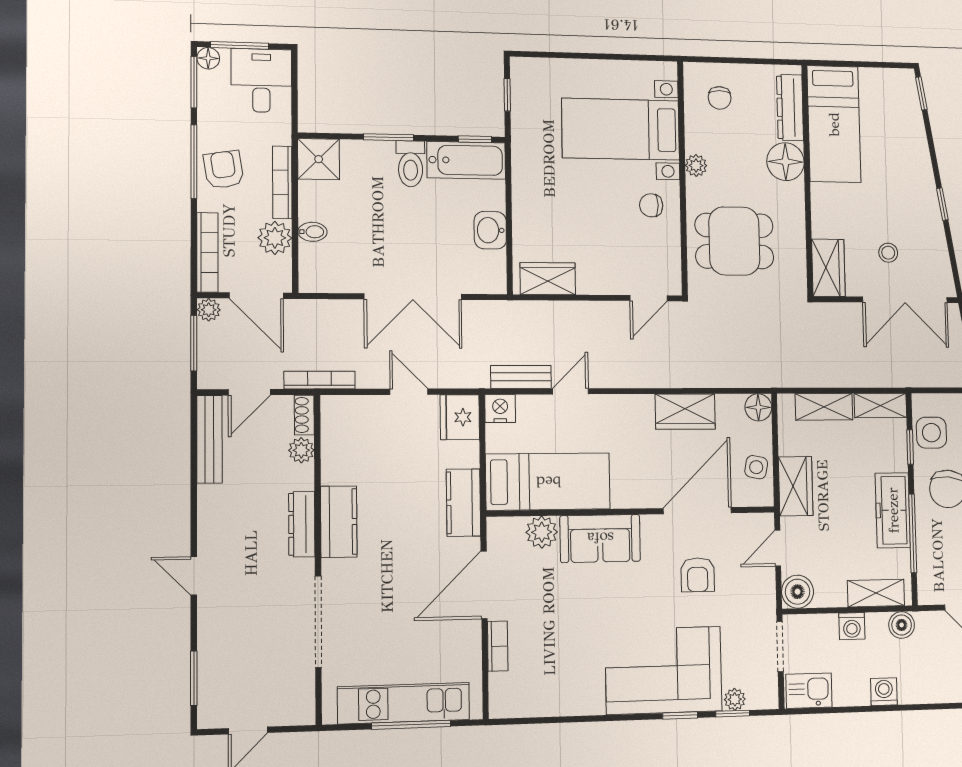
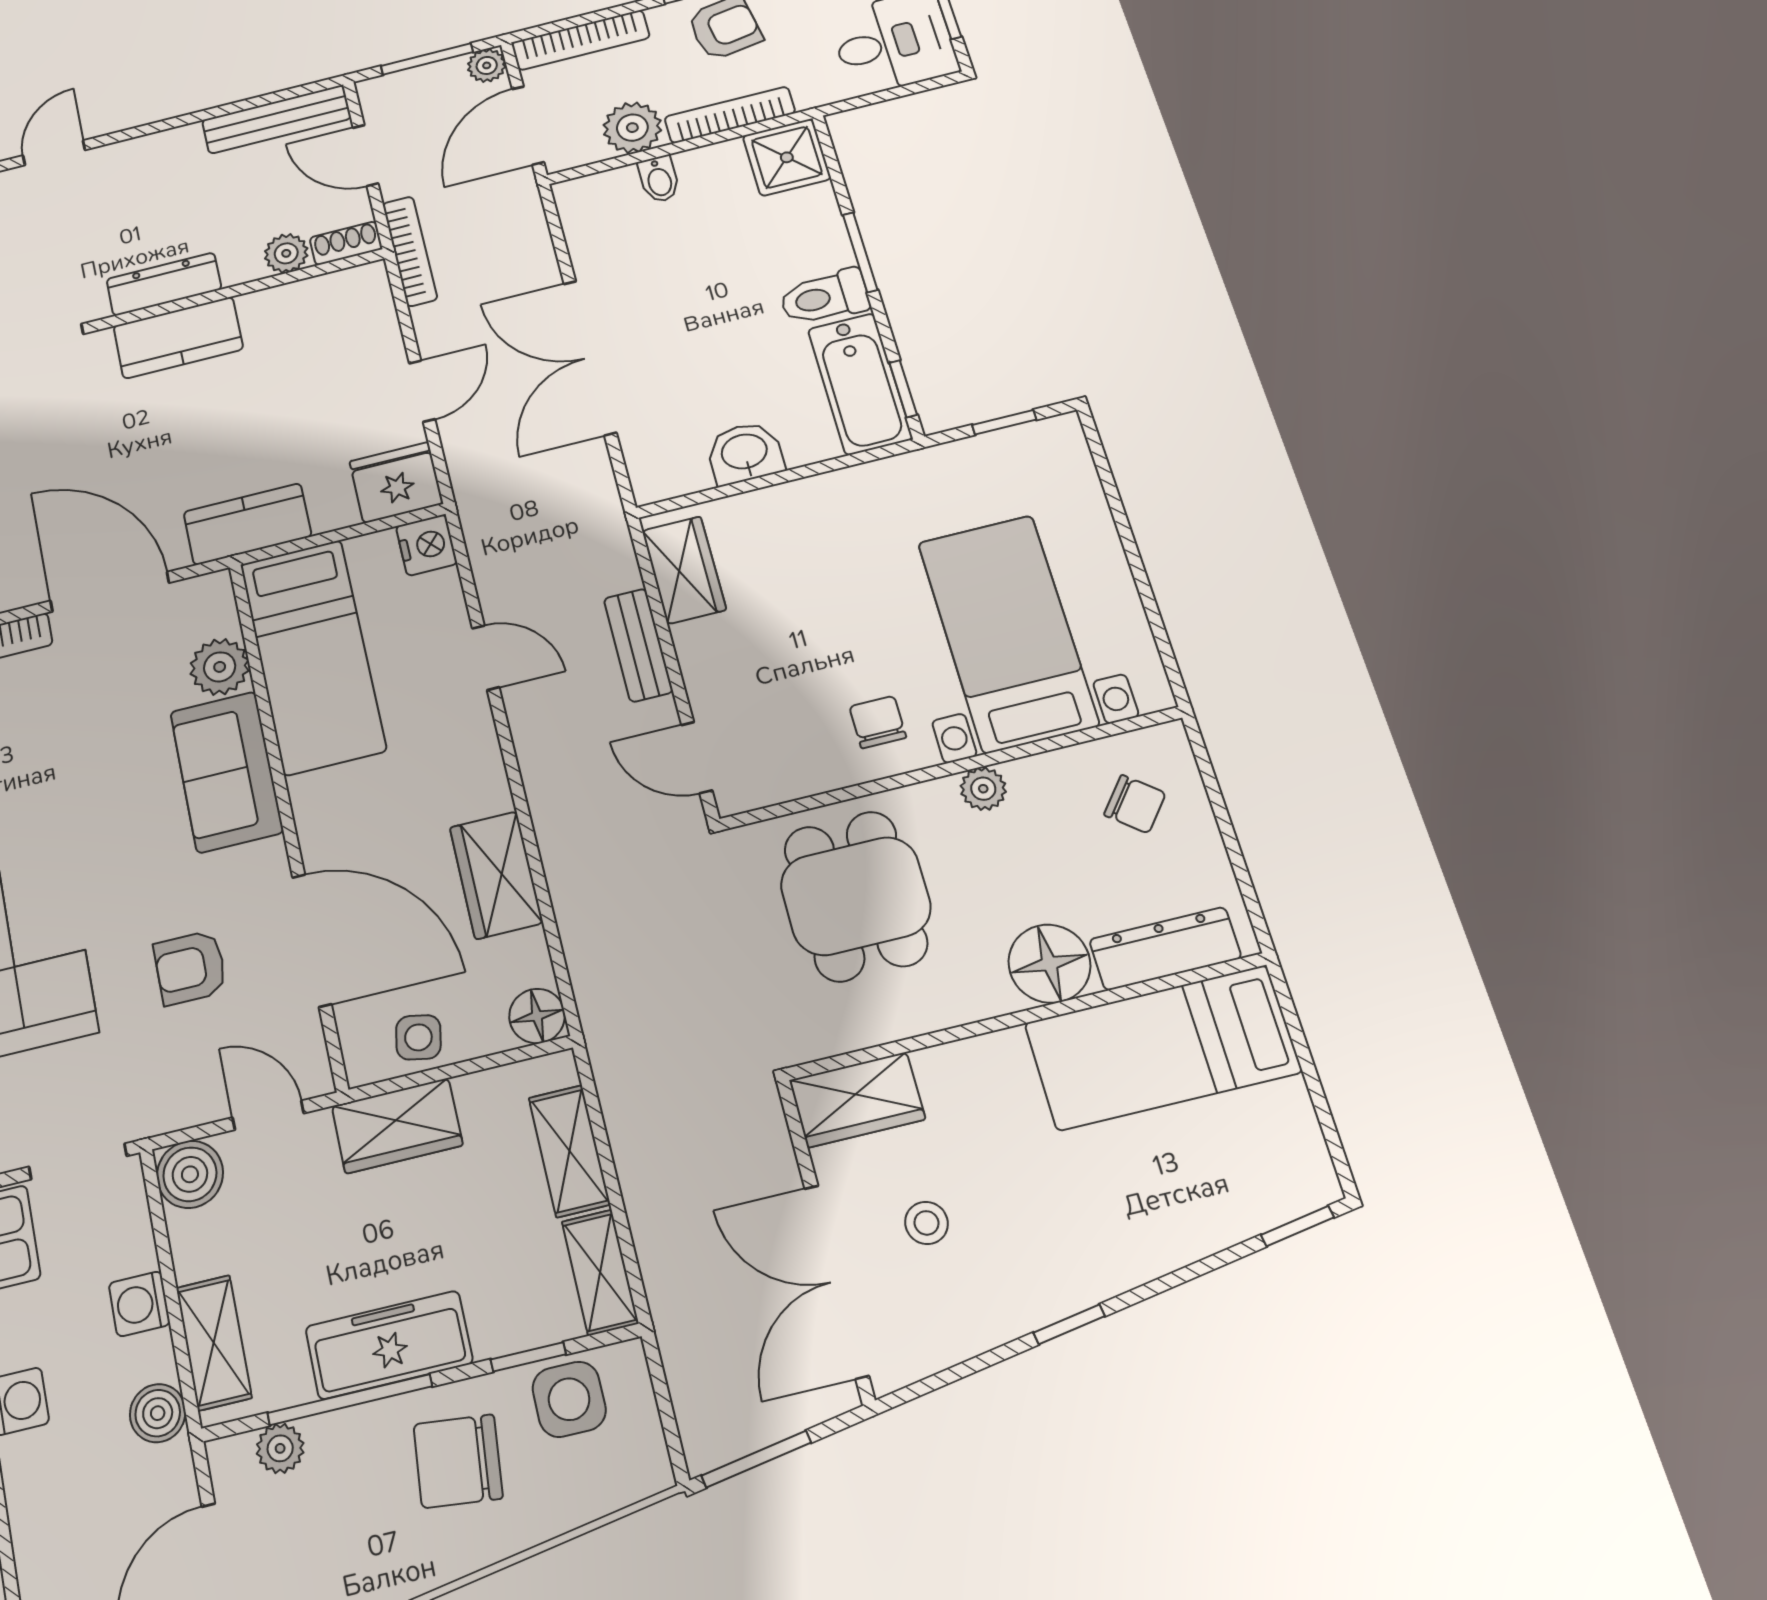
chair: (720, 98) -> (1135, 804), turned -141
bench: (521, 377) -> (638, 645), moved
plant: (927, 570) -> (280, 1448), added

